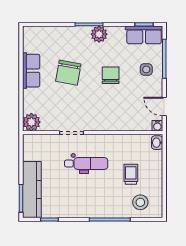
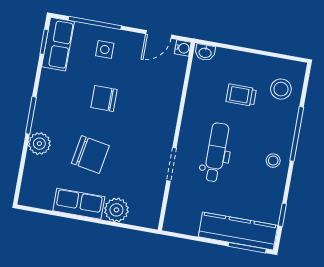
plant: (99, 34) -> (39, 144), moved
plant: (31, 122) -> (116, 210), moved
stool: (88, 206) -> (273, 161), added

